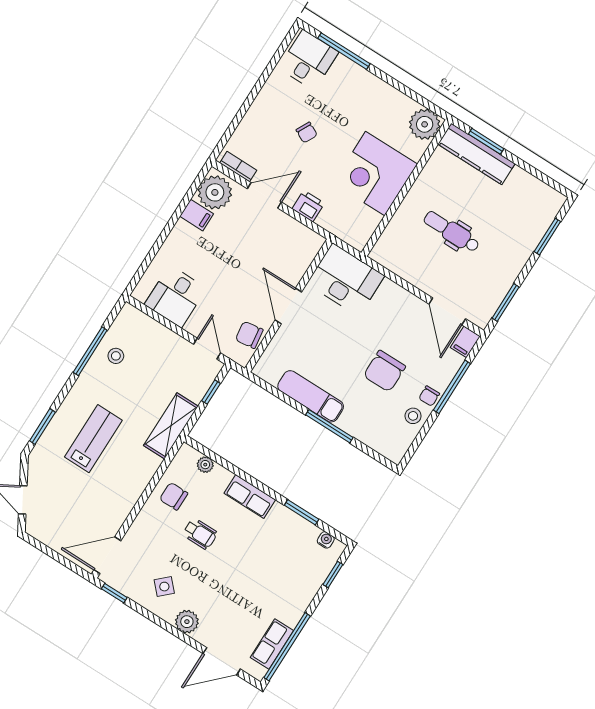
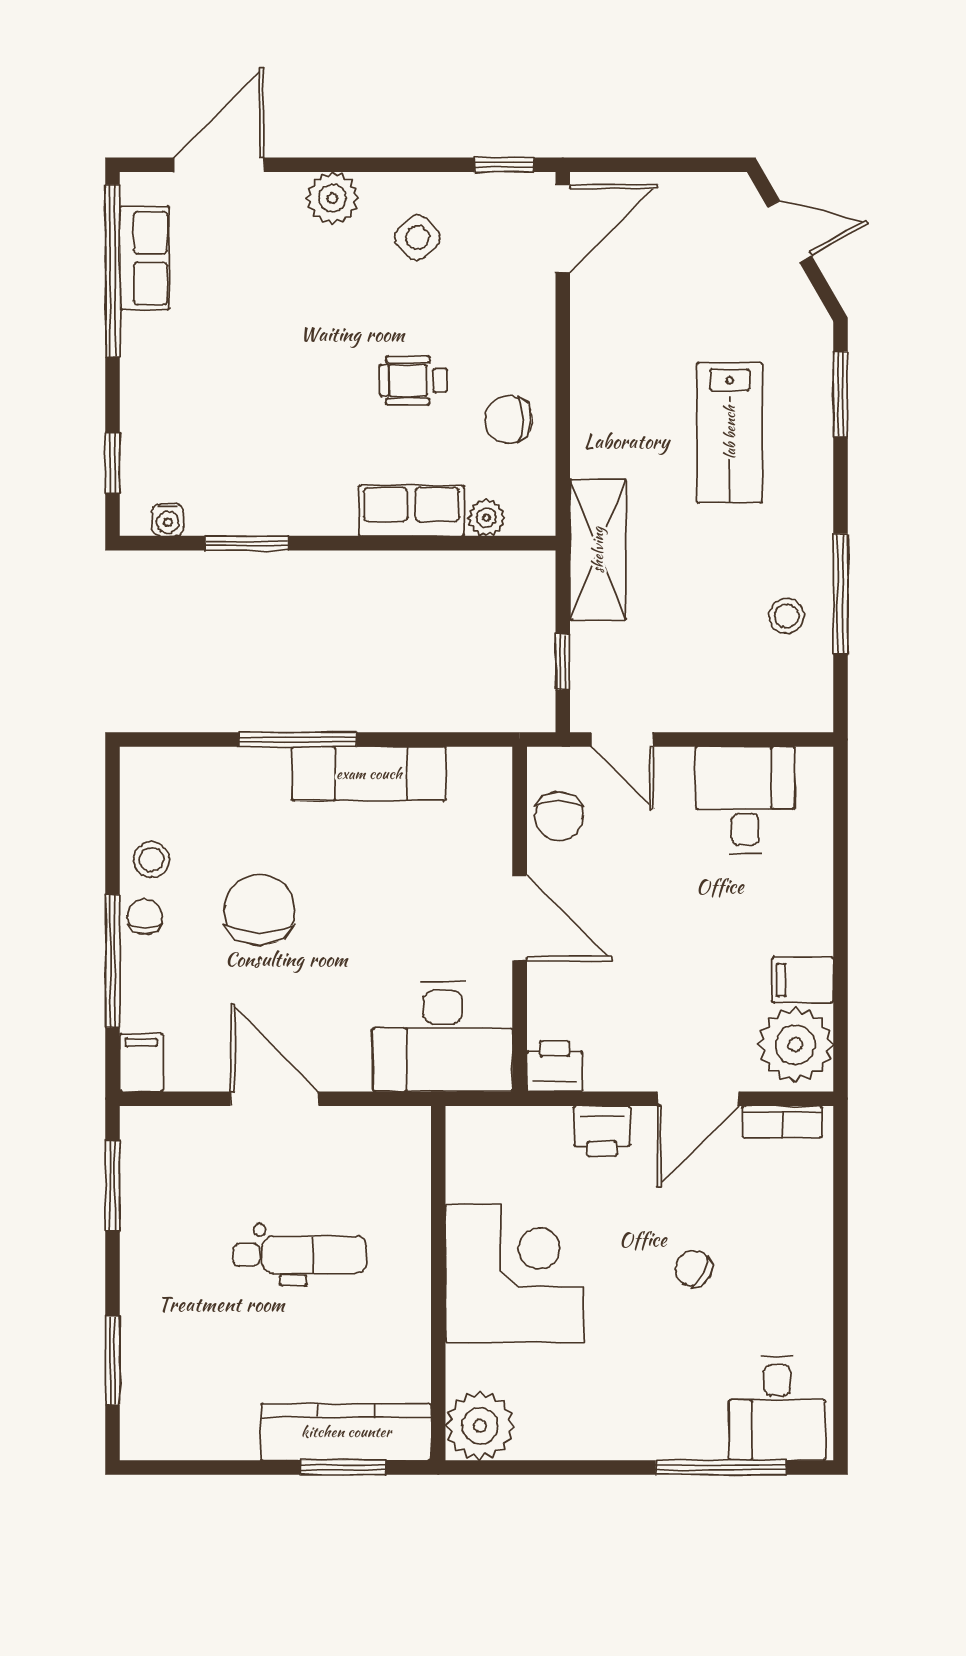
printer: (311, 242) -> (555, 1066), added
door: (447, 311) -> (275, 1099), moved
chair: (249, 335) -> (559, 816), turned 98
chair: (174, 496) -> (508, 420), turned 180
row of seats: (250, 497) -> (411, 511), moved

